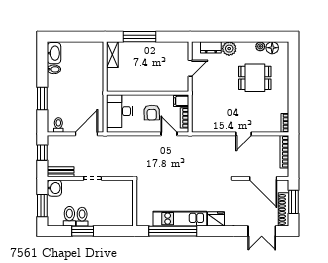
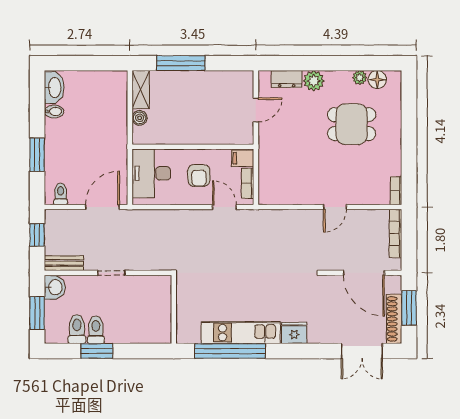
boiler: (112, 74) -> (140, 118), added

